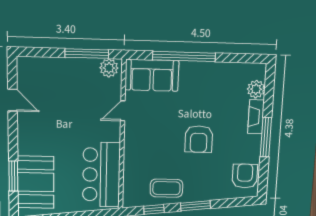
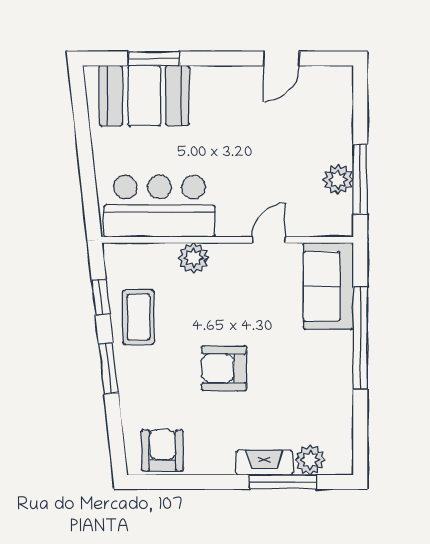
plant: (109, 68) -> (338, 180), moved
door: (123, 111) -> (269, 240), hinge flipped
window: (266, 137) -> (283, 482), moved
plant: (133, 155) -> (194, 258), added
armchair: (245, 176) -> (162, 450), turned -90

